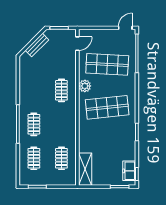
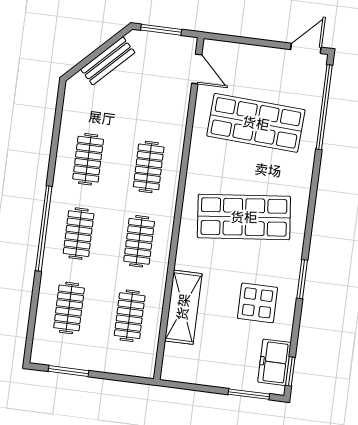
door: (77, 44) -> (197, 69), hinge flipped
plant: (85, 86) -> (201, 164), removed
clothes rail: (34, 90) -> (88, 159), added
clothes rail: (61, 124) -> (139, 241), added
display table: (118, 145) -> (257, 303), added
shelving: (85, 169) -> (183, 307), moved

